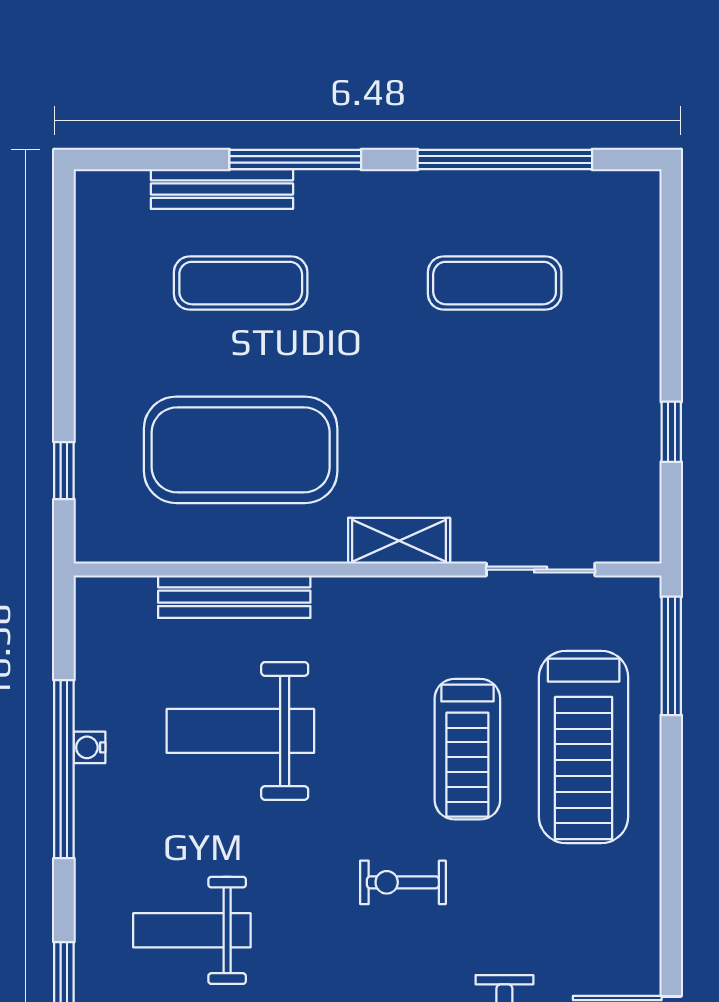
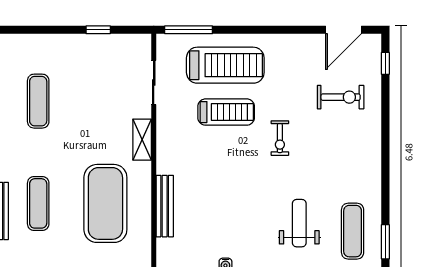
weight bench: (240, 731) -> (219, 204), removed
weight bench: (192, 930) -> (299, 223), turned 180

